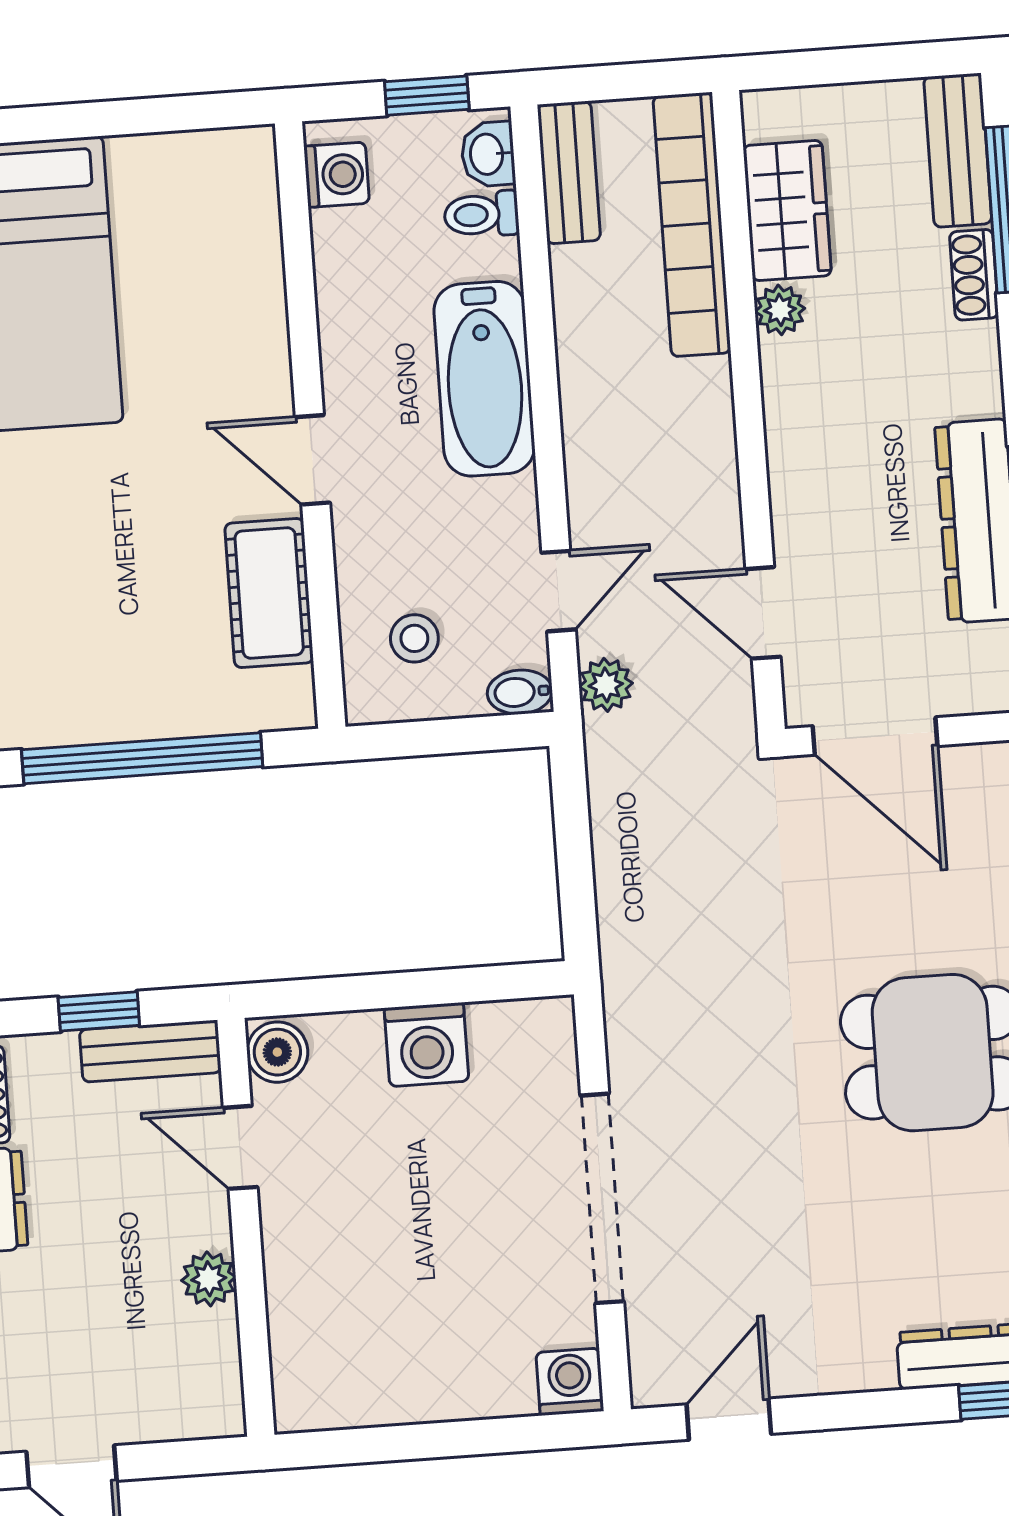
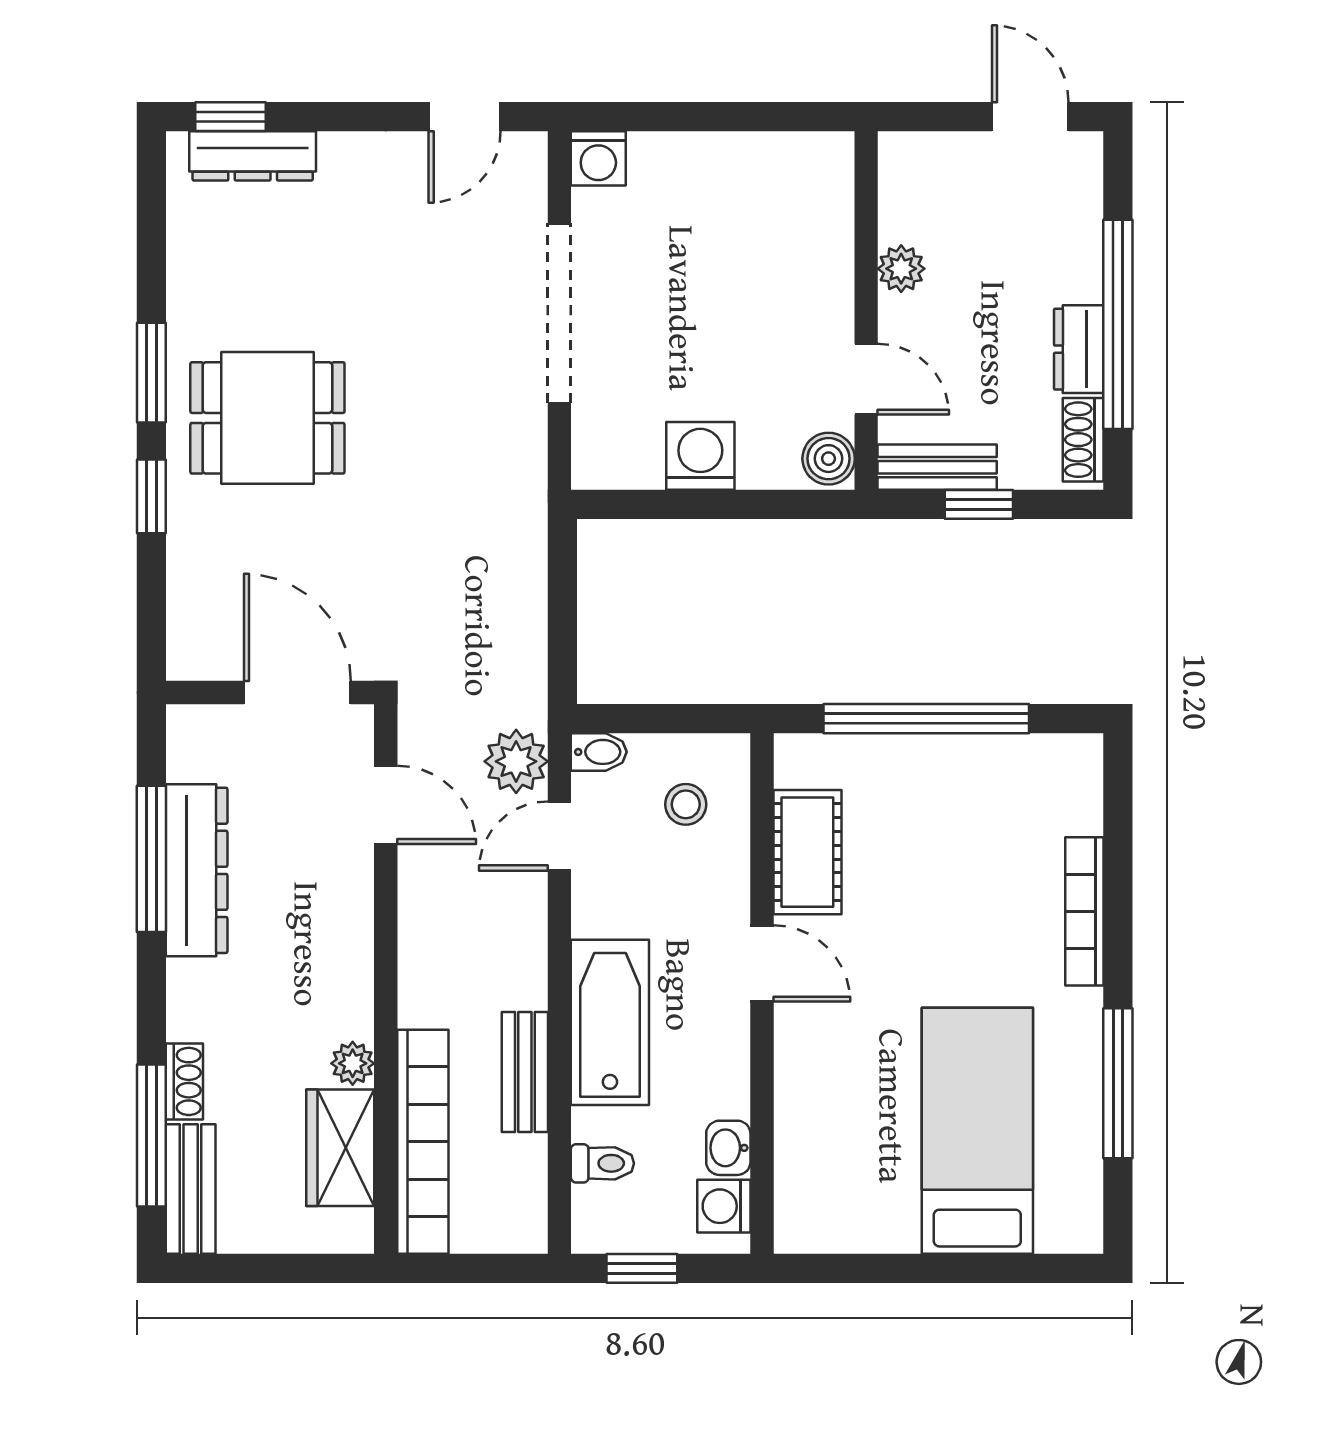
washbasin: (488, 154) -> (728, 1148), moved, turned 180
bench: (569, 172) -> (525, 1072), moved
plant: (606, 685) -> (516, 761), width x1.38, depth x1.38

